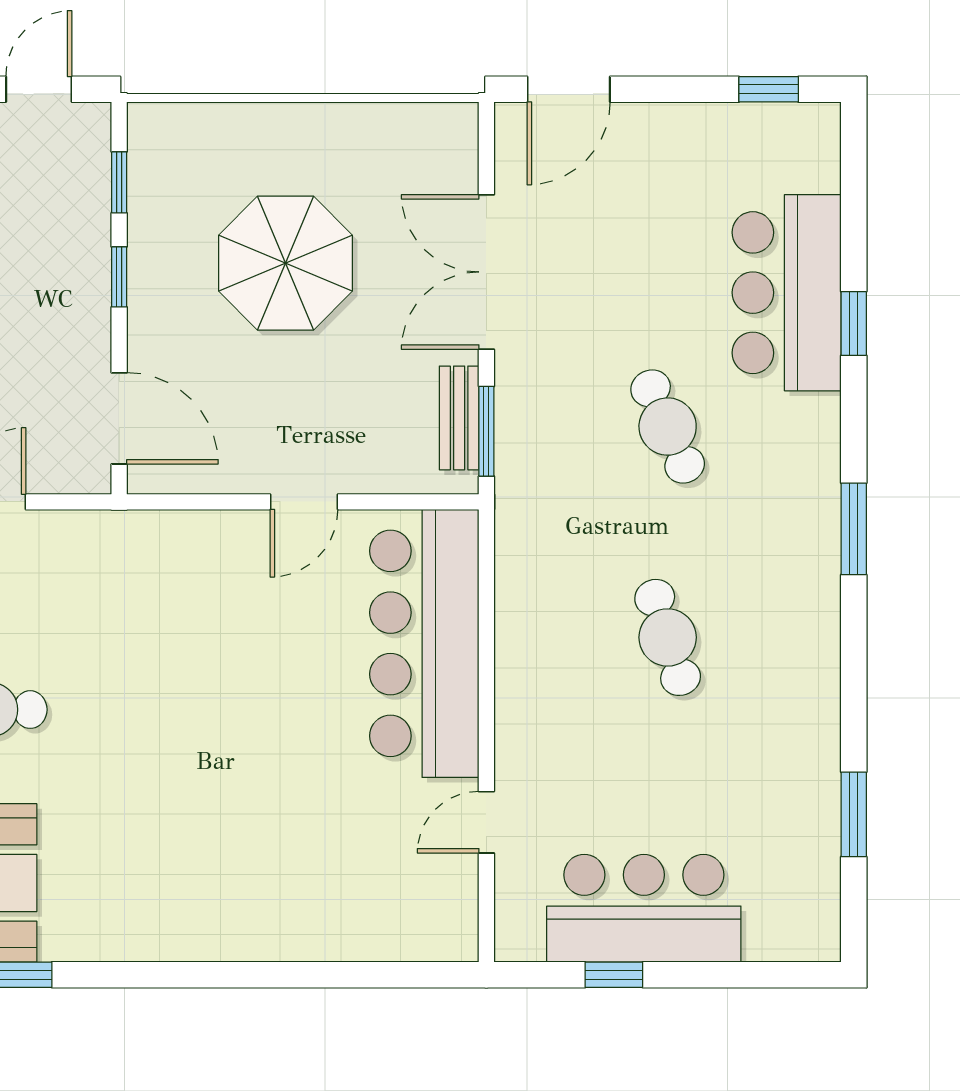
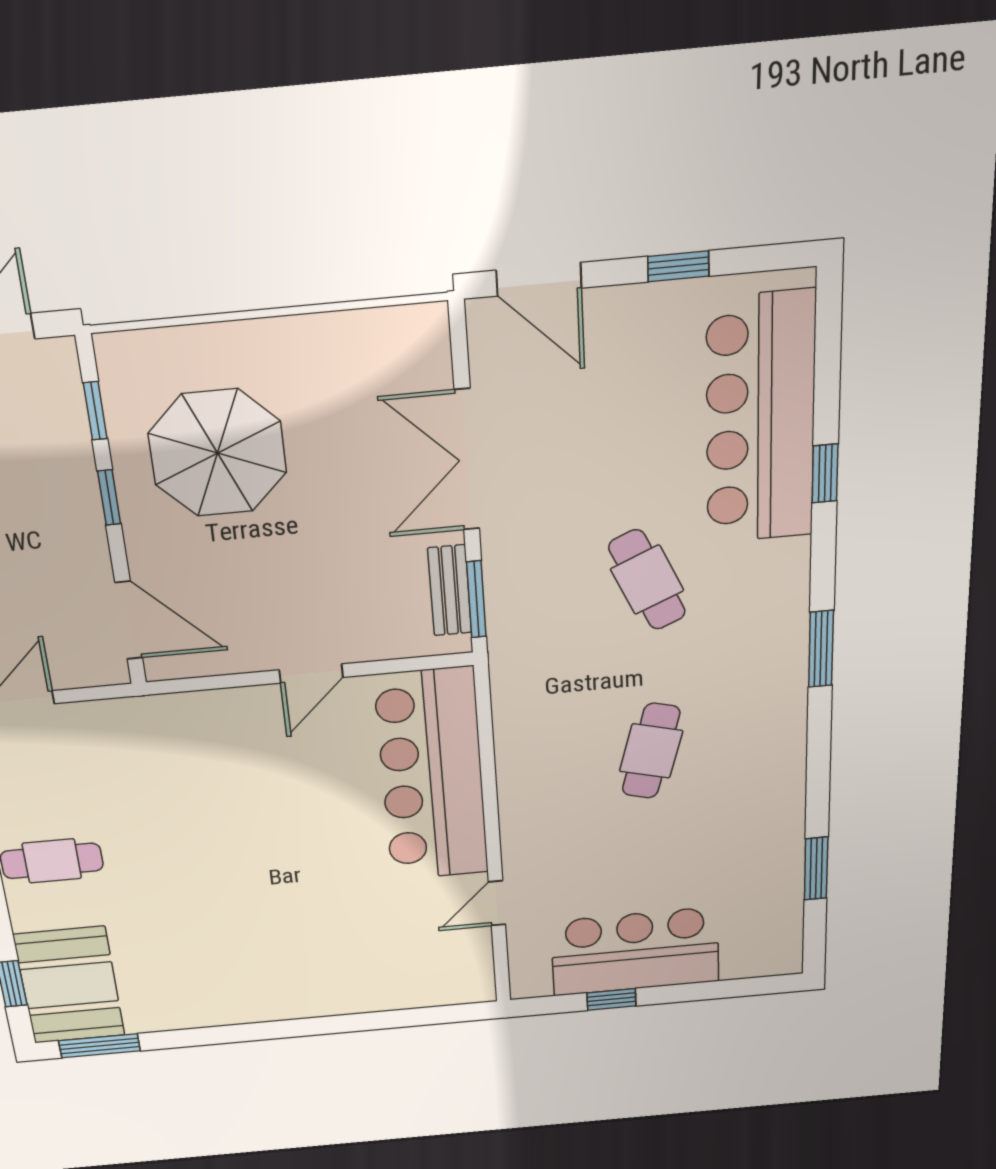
door: (569, 89) -> (539, 279), hinge flipped
window: (769, 89) -> (678, 266), moved
parasol: (286, 263) -> (218, 453), moved
bar counter: (787, 293) -> (760, 419), width x1.36
cafe table: (668, 637) -> (651, 751), turned 33

